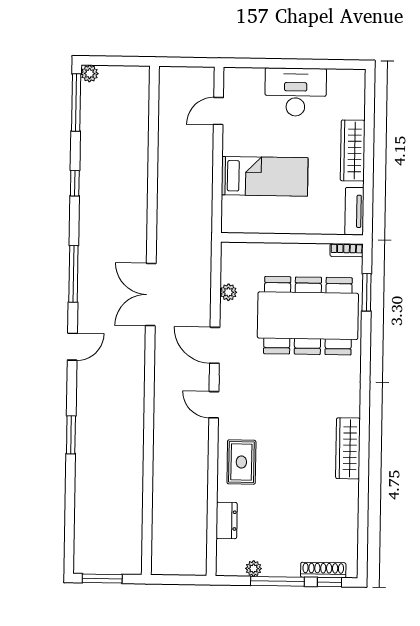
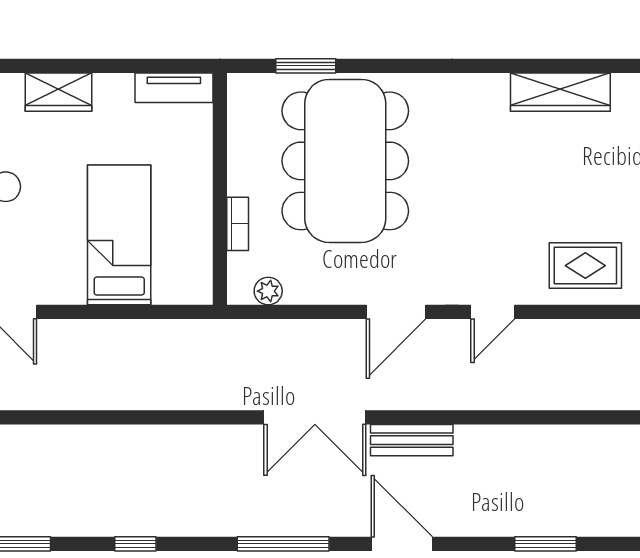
wardrobe: (353, 150) -> (58, 92), width x0.67
bookcase: (347, 250) -> (238, 224), moved
plant: (228, 292) -> (268, 291), moved
door: (72, 347) -> (402, 544), width x1.38
bench: (136, 354) -> (412, 440), added

